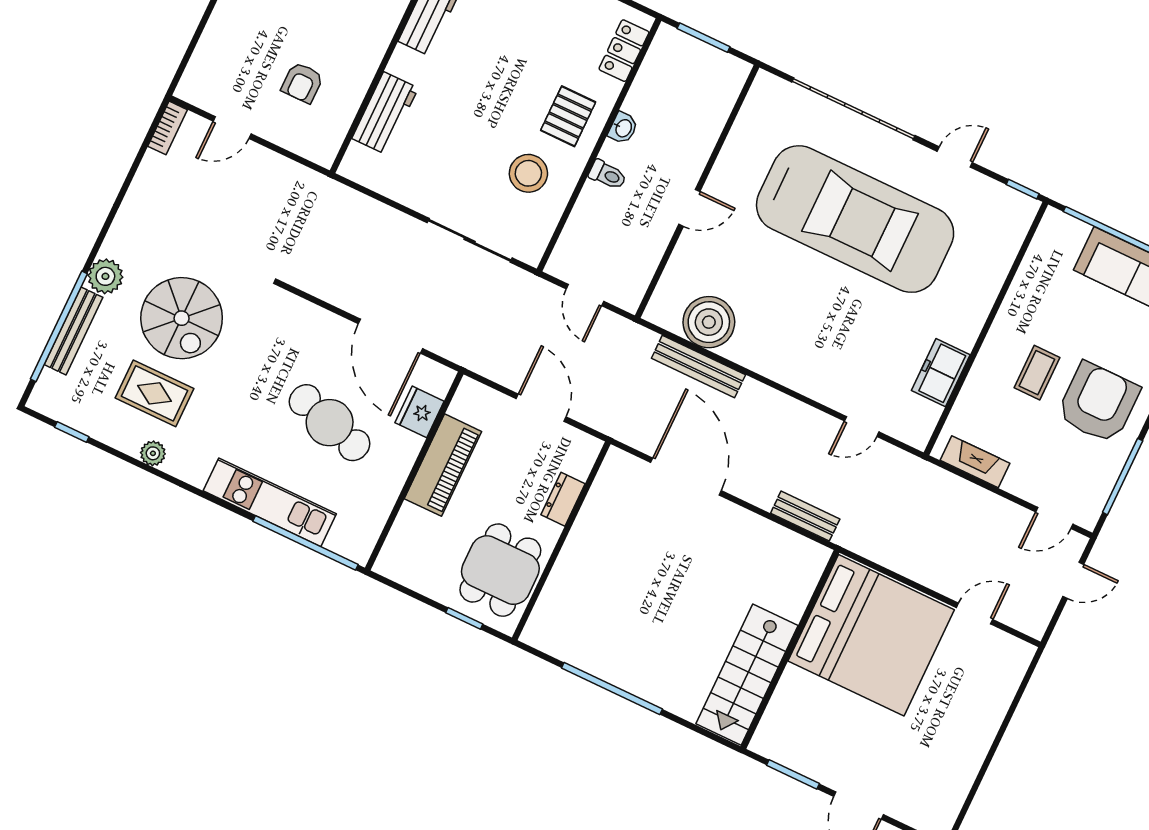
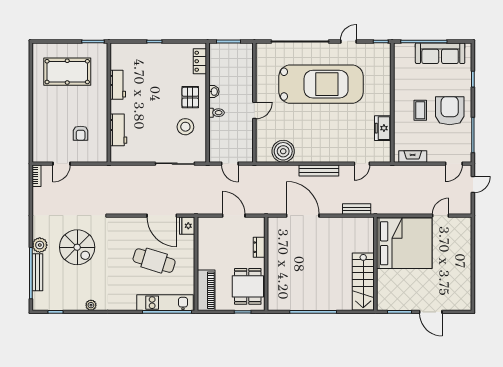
bench: (698, 367) -> (319, 170), moved
rug: (154, 393) -> (80, 282), removed
fridge: (419, 412) -> (187, 226), moved
piano: (443, 465) -> (206, 290), moved
kitchen unit: (270, 502) -> (165, 303), moved

